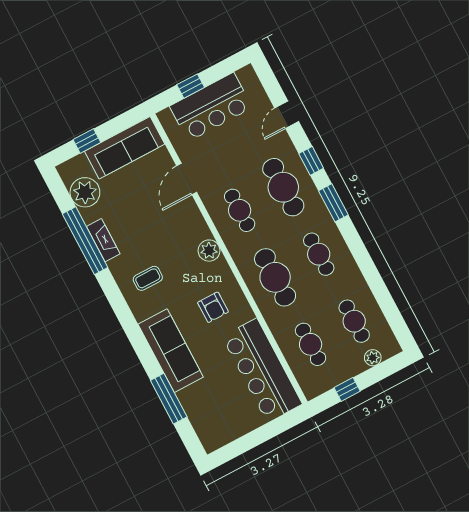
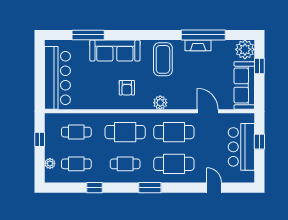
window: (311, 161) -> (94, 188), moved
plant: (85, 192) -> (245, 49), moved
cafe table: (240, 210) -> (174, 132), width x1.37, depth x1.35
coffee table: (148, 278) -> (163, 59), width x1.86, depth x1.72
armchair: (213, 307) -> (127, 88), turned -90
bar counter: (262, 370) -> (57, 78), moved, turned 90

